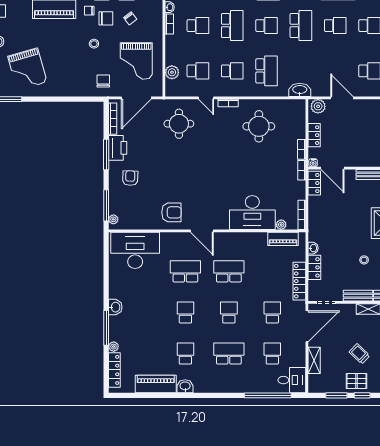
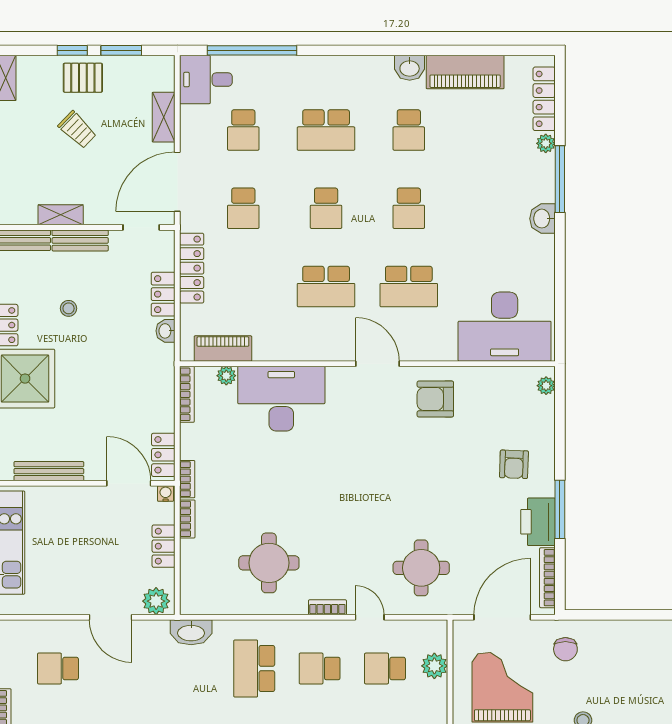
window: (106, 205) -> (560, 413), removed

